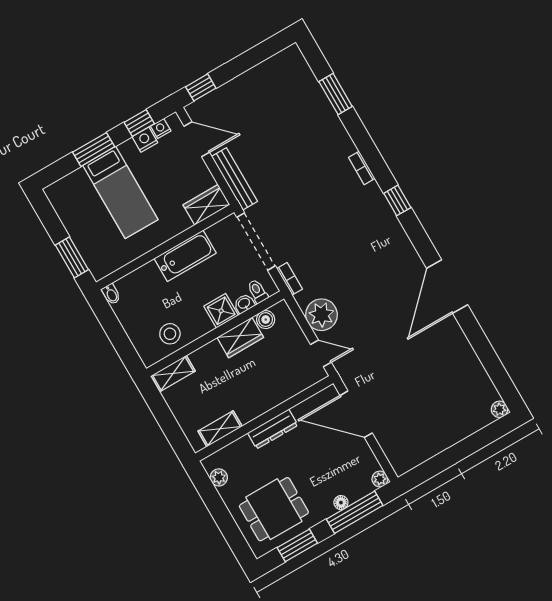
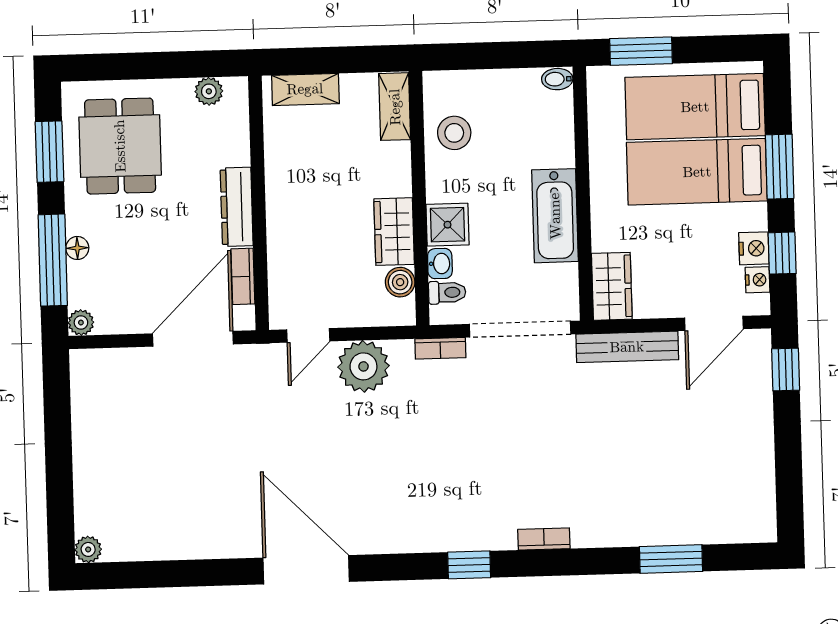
bed: (86, 212) -> (695, 107), added
bookcase: (308, 405) -> (243, 276), added
shelving: (220, 429) -> (305, 89), moved, turned 90

